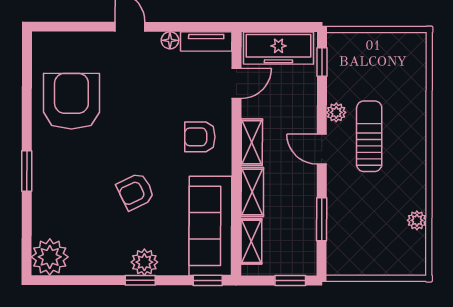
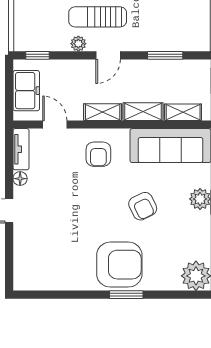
freezer: (278, 48) -> (26, 91), width x0.71
armchair: (71, 101) -> (119, 265), moved, turned 180

